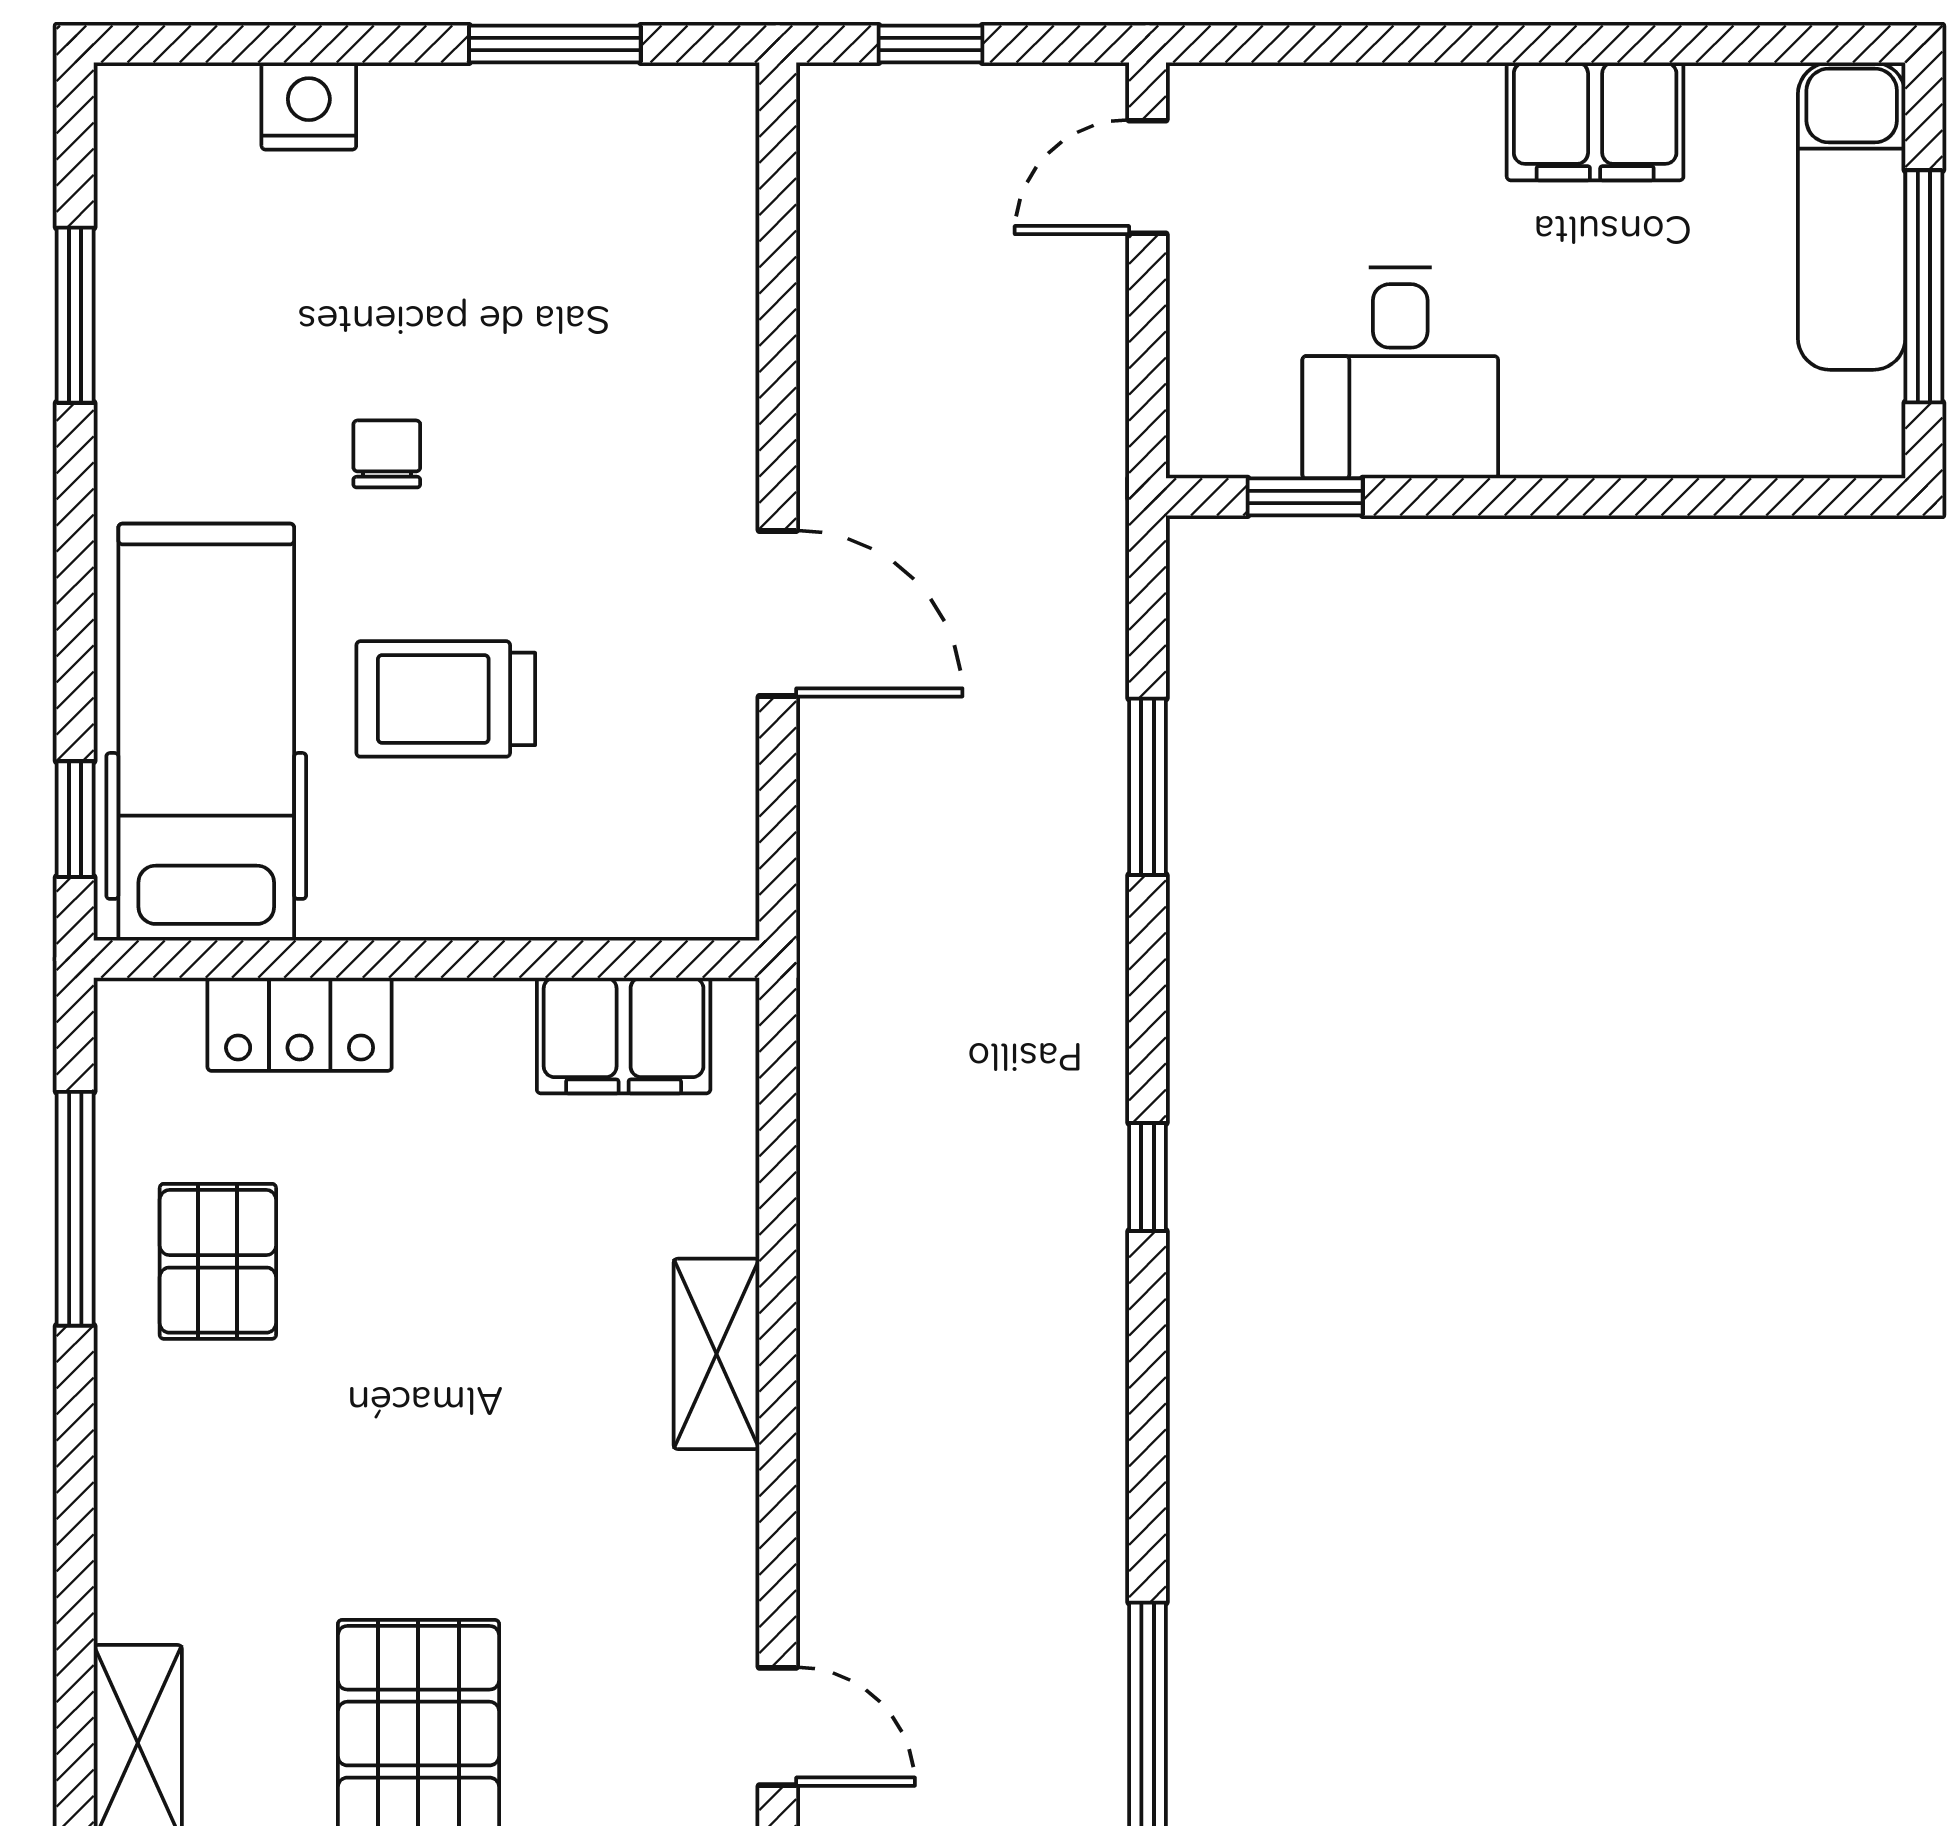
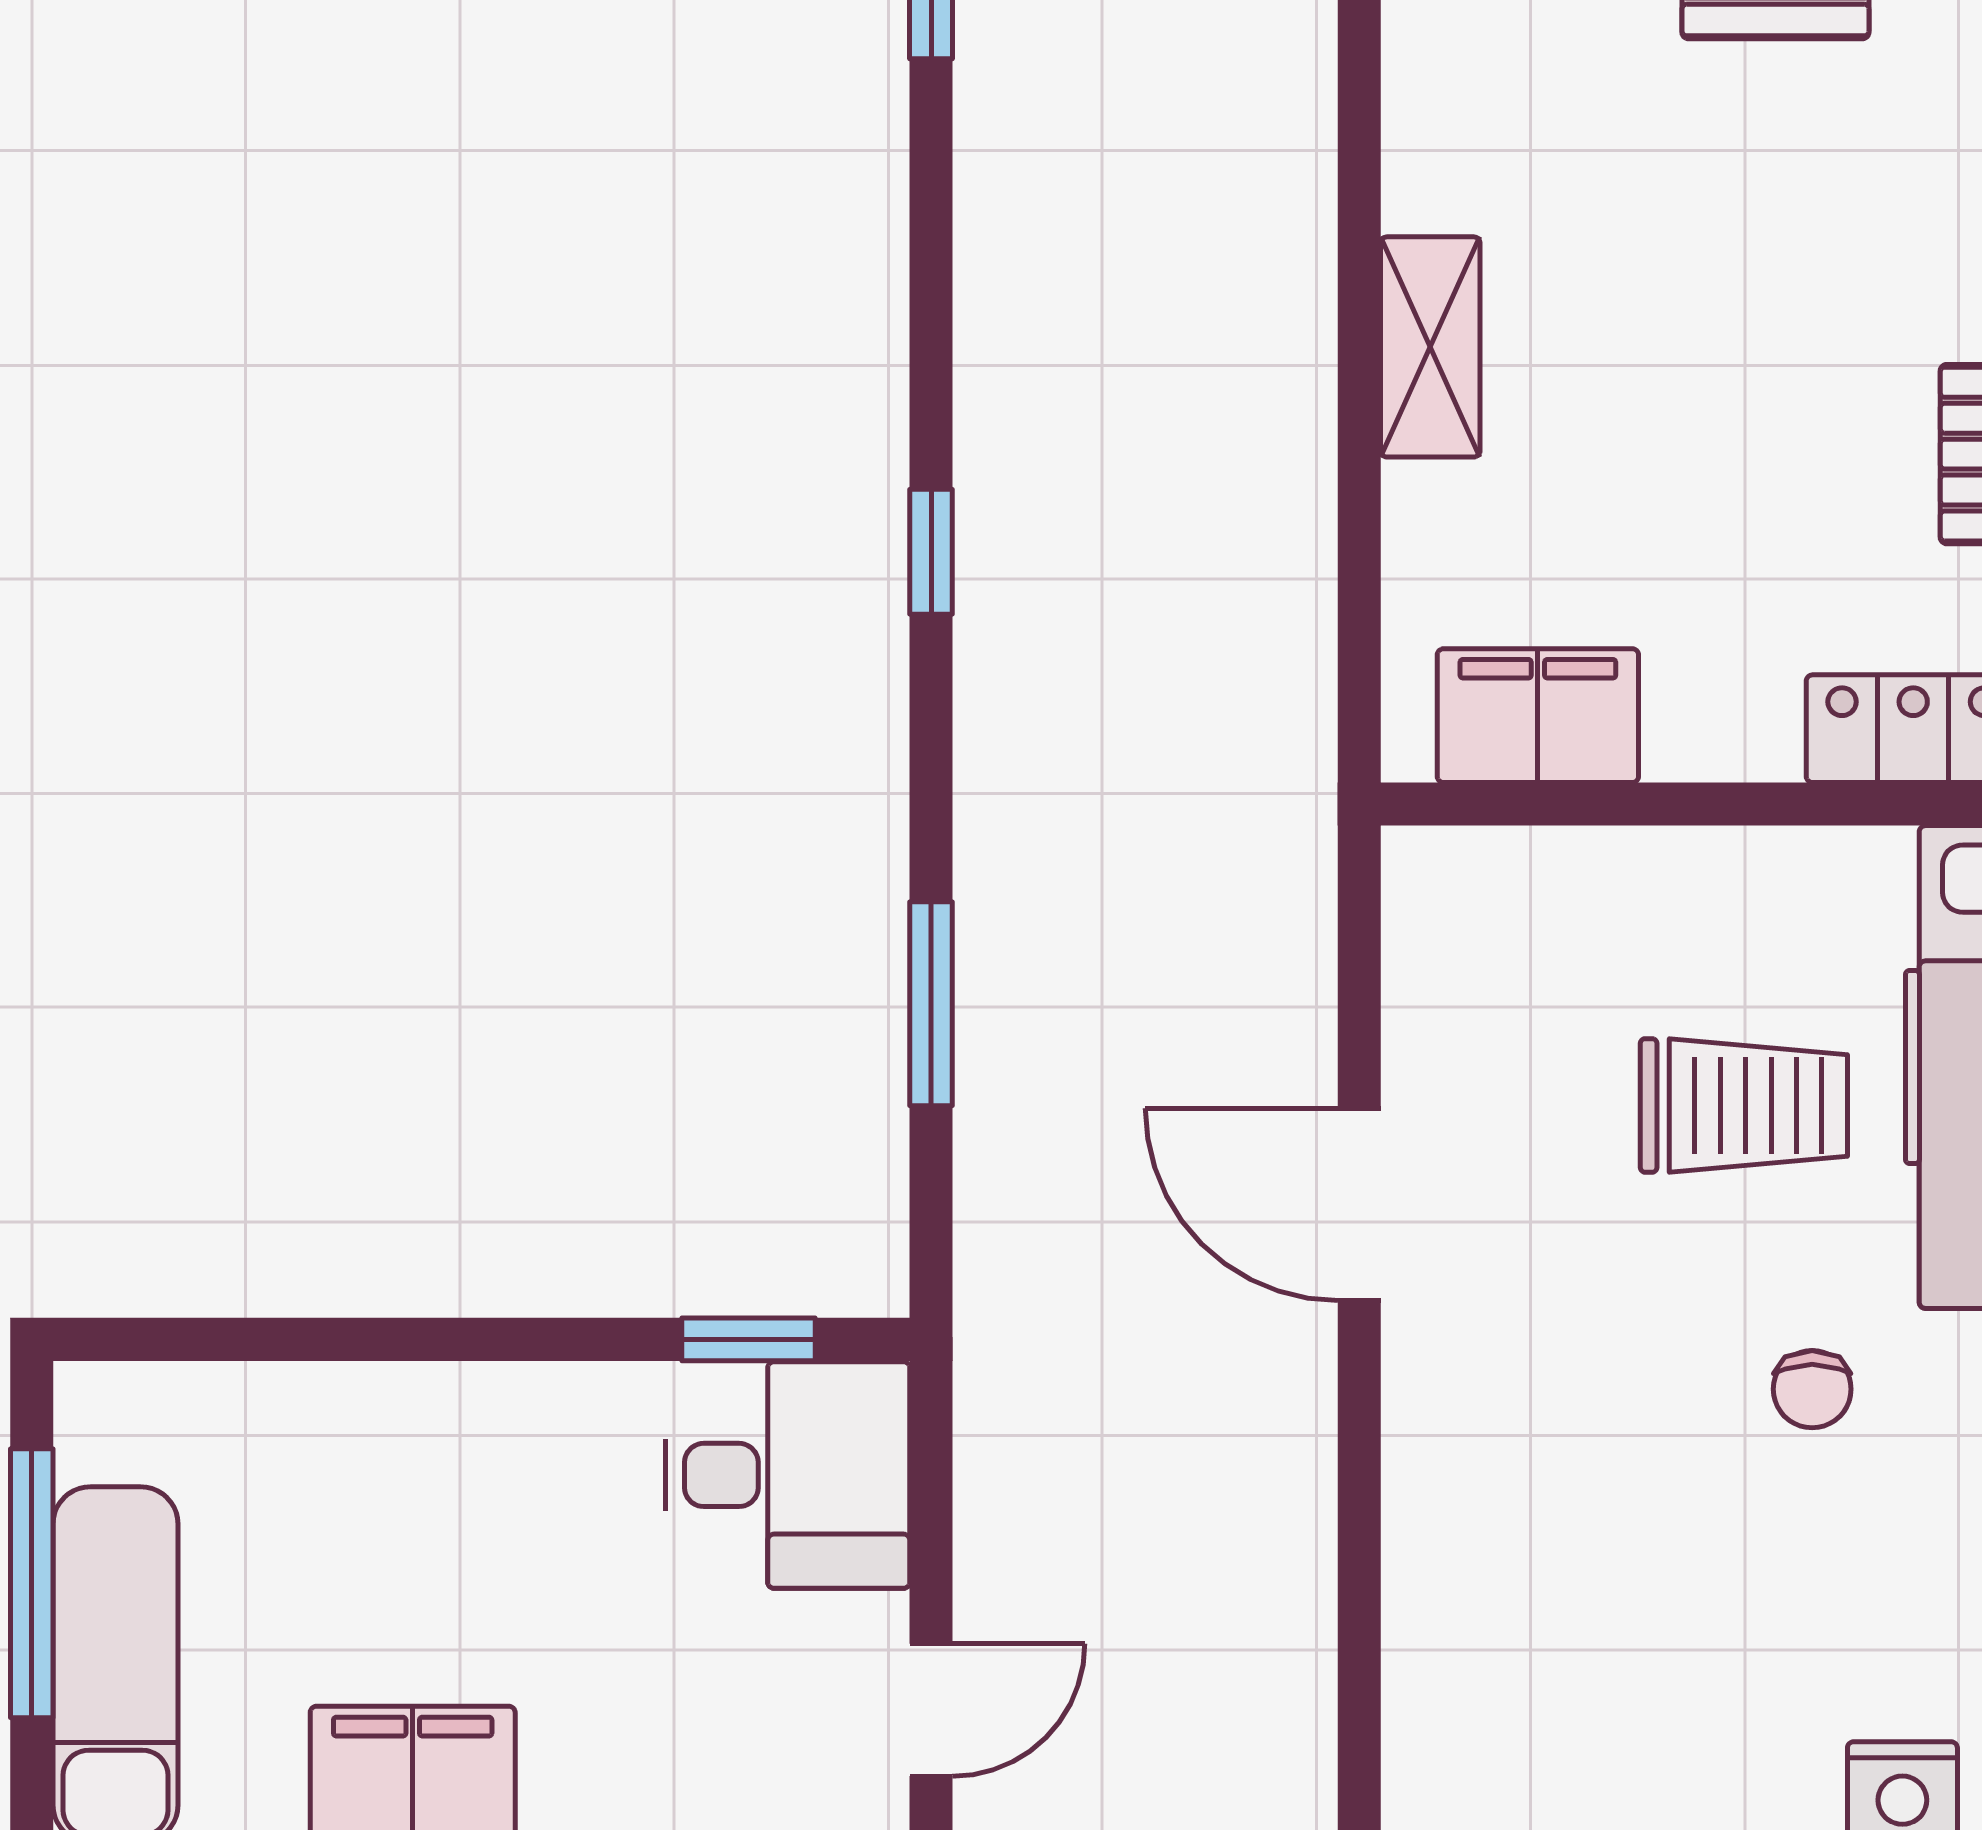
desk: (1400, 373) -> (787, 1475), moved, turned 90

